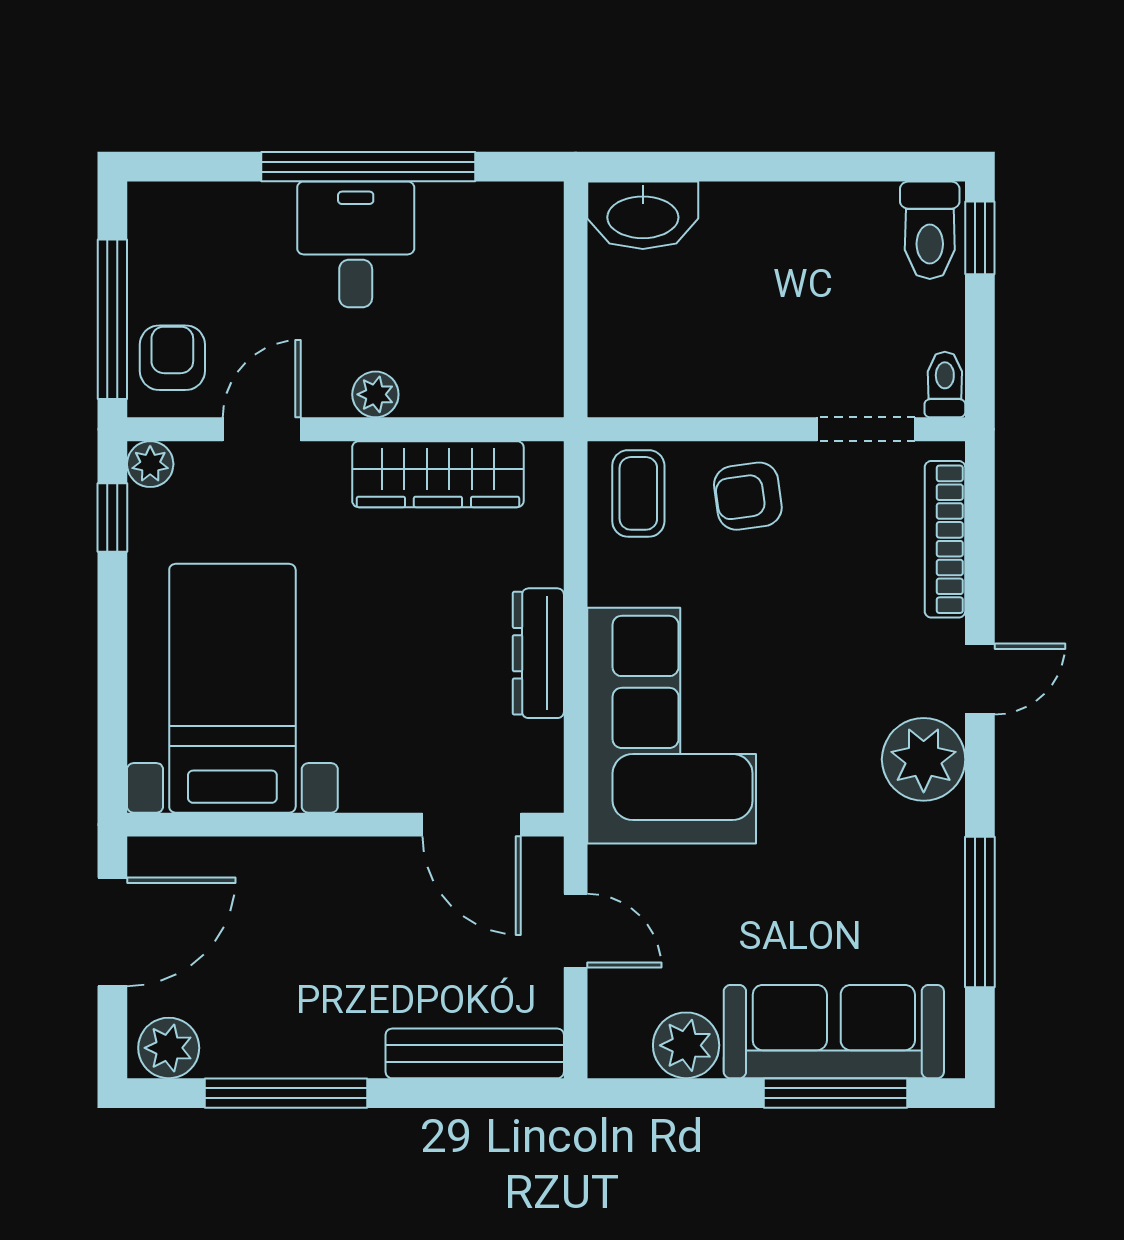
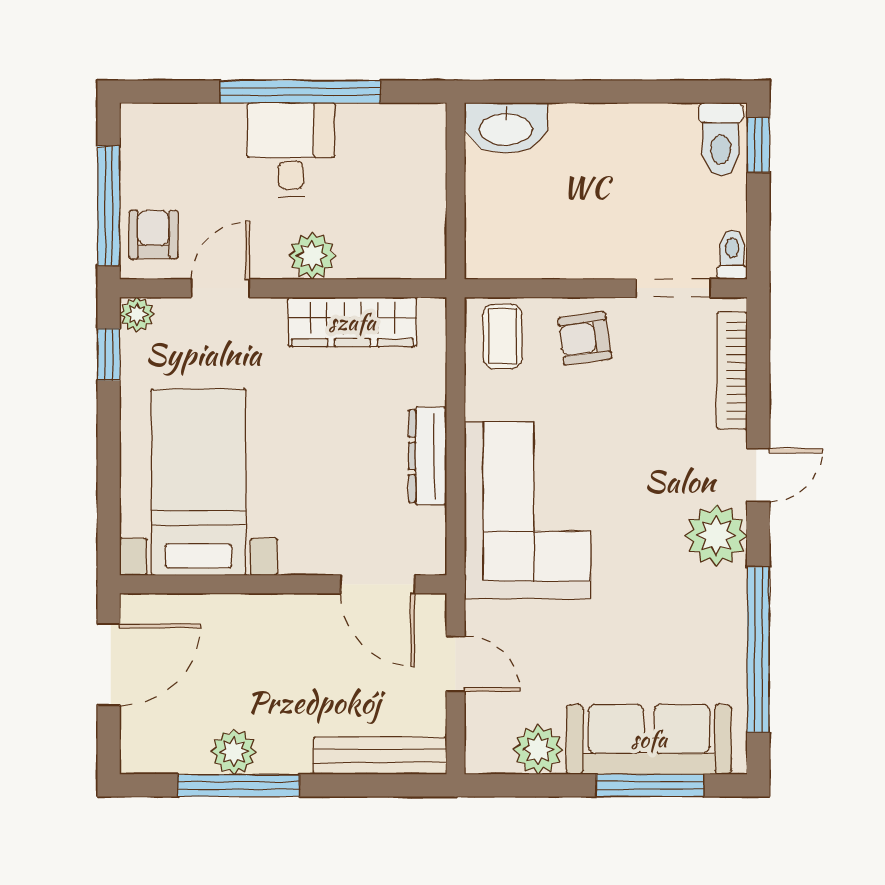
plant: (375, 394) -> (312, 256), width x1.38, depth x1.38
window: (980, 912) -> (758, 650), width x1.46
plant: (169, 1048) -> (234, 752), moved

